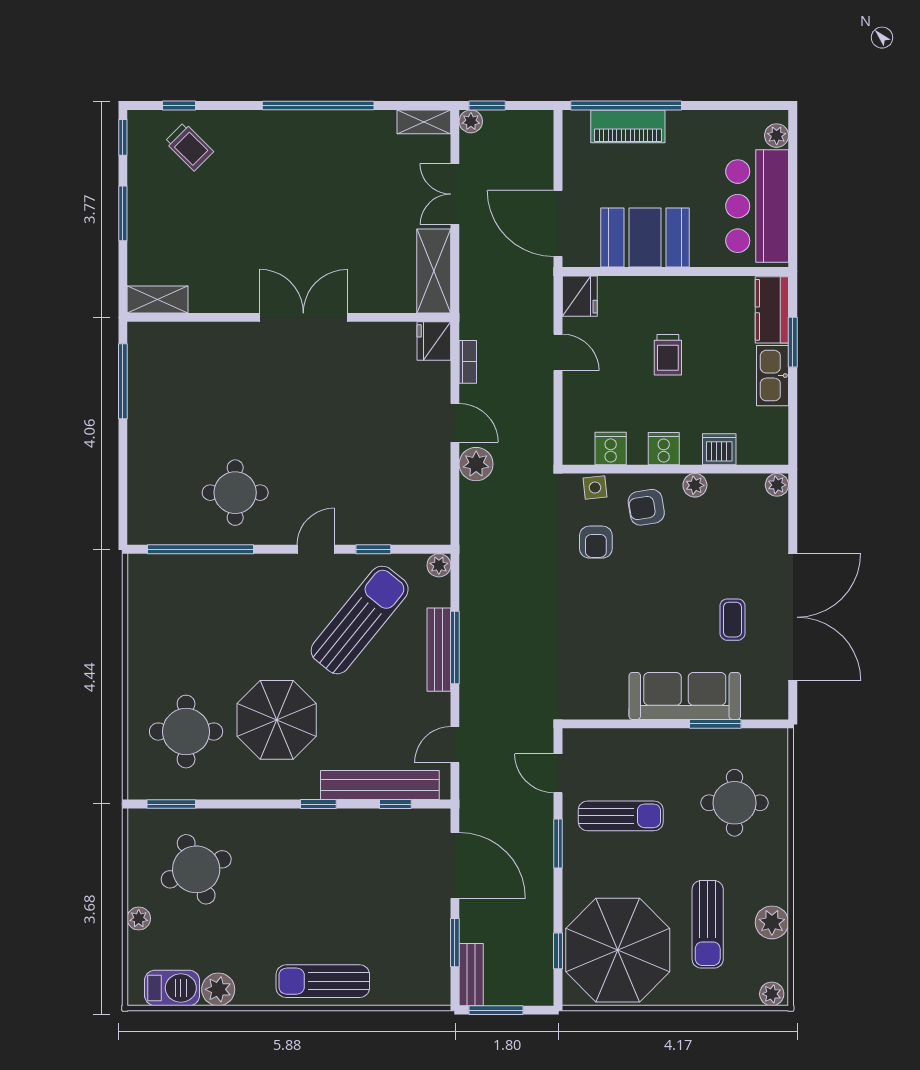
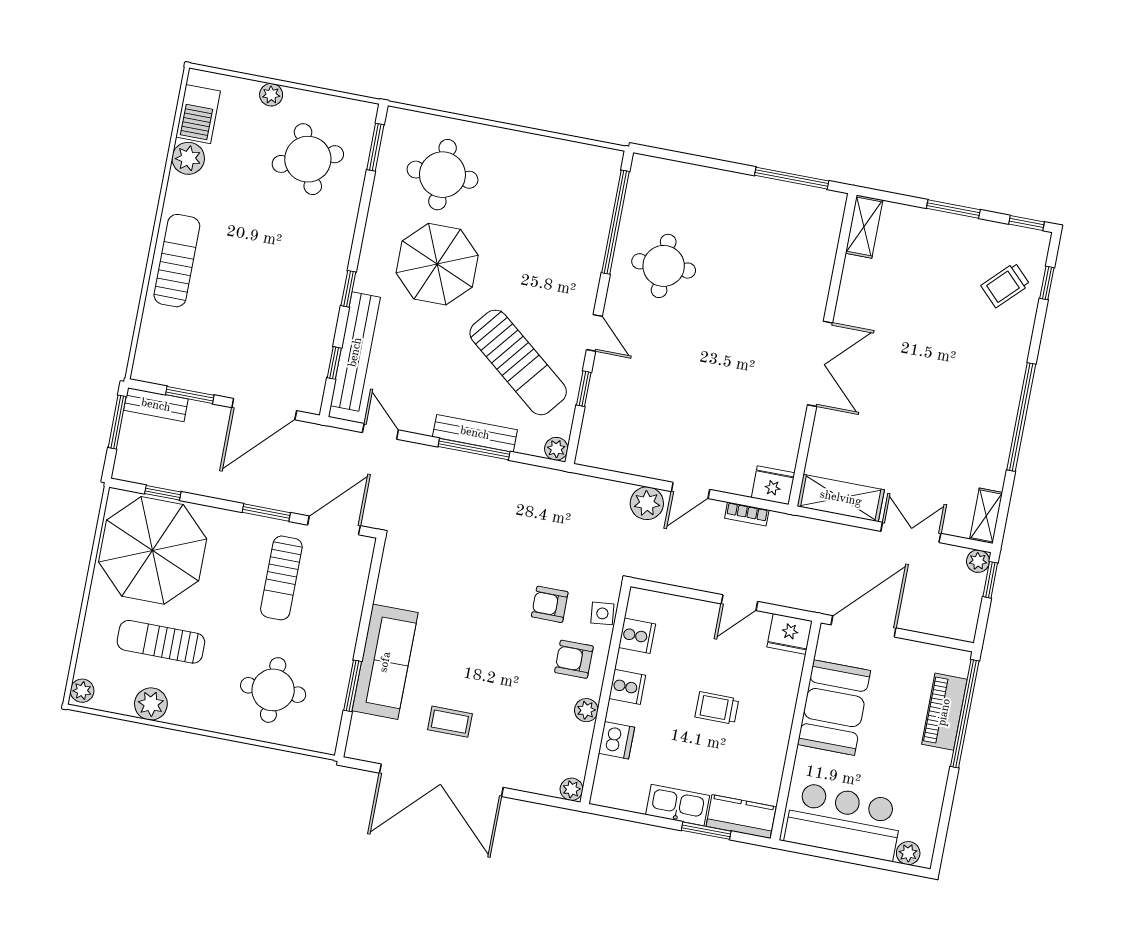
armchair: (646, 507) -> (574, 659), turned -81
door: (558, 773) -> (334, 525), width x1.38

